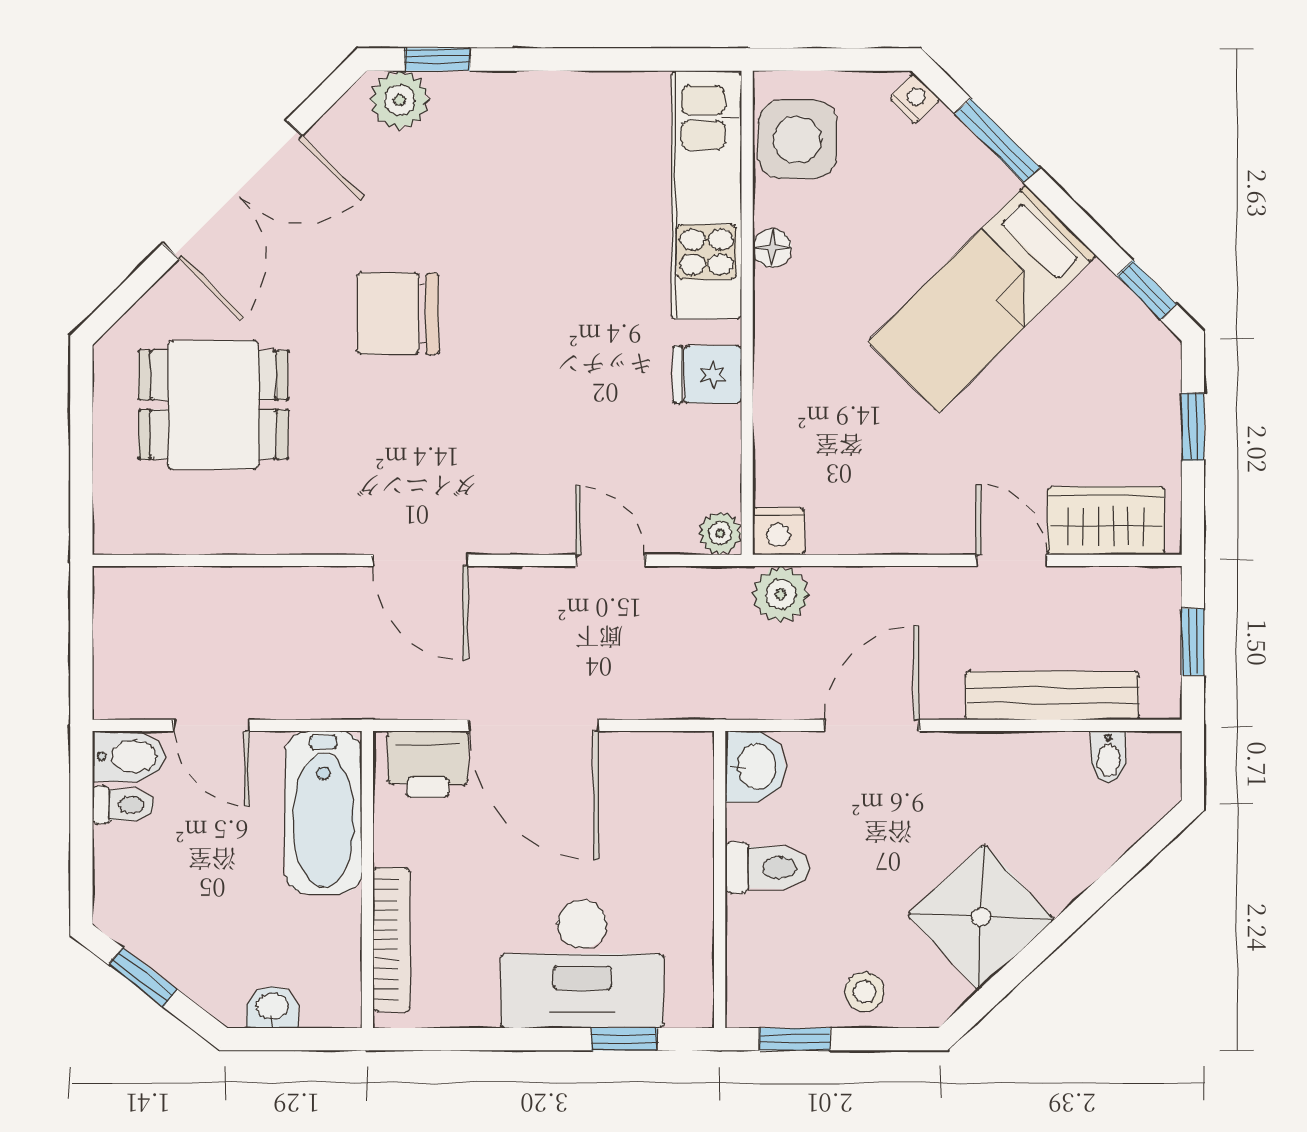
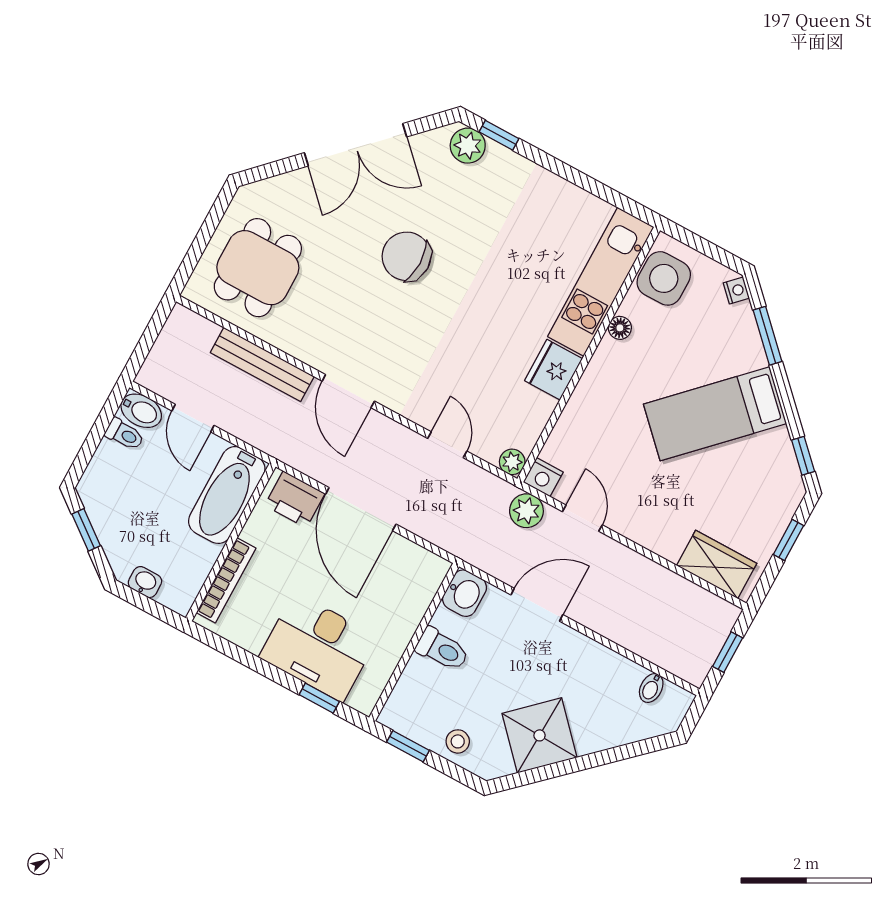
fridge: (707, 374) -> (554, 370), width x1.38
dining table: (213, 405) -> (258, 268), moved, turned 90
door: (1012, 560) -> (582, 518), moved
bench: (1052, 696) -> (262, 364), moved

